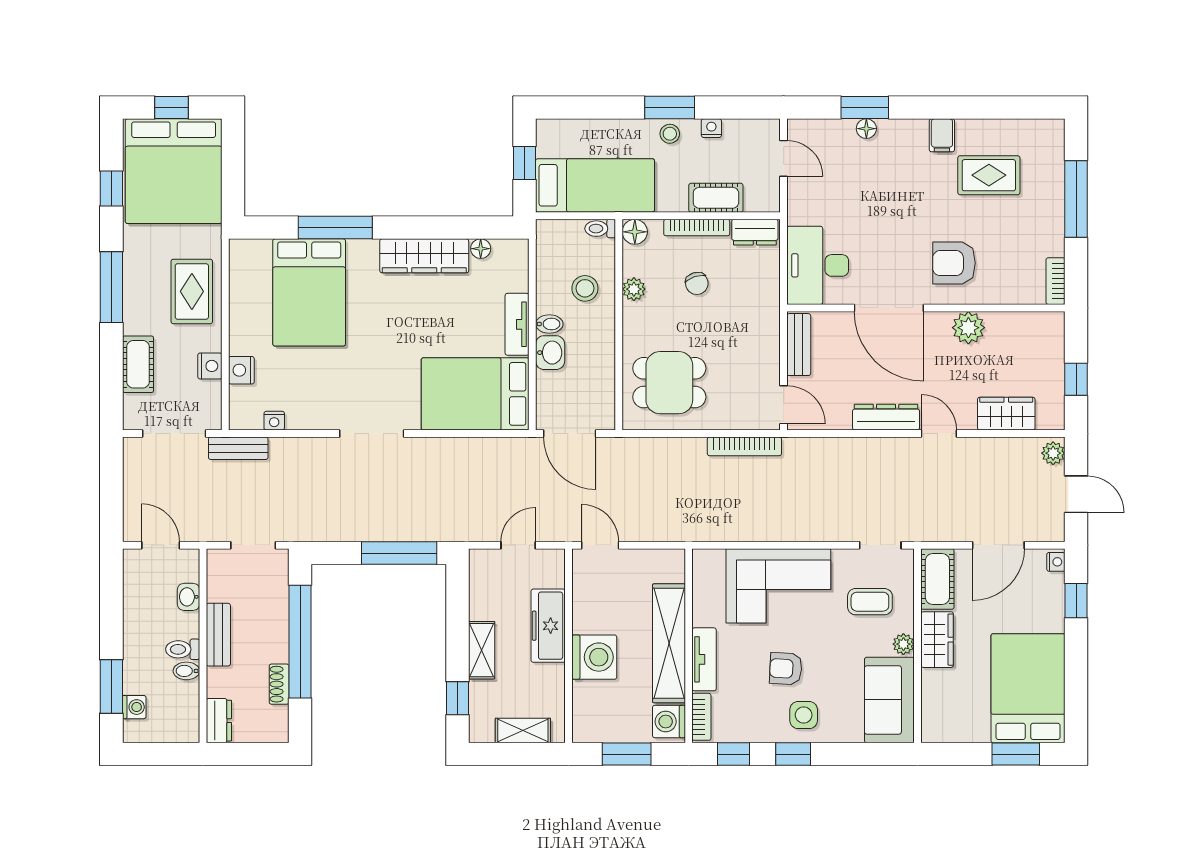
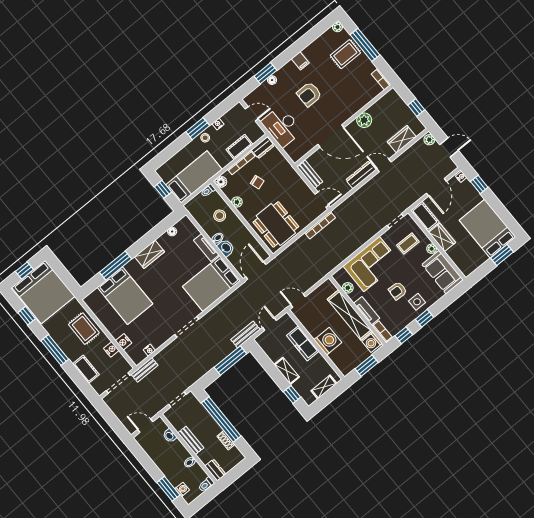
plant: (1054, 130) -> (338, 27), added
rug: (989, 175) -> (345, 54), moved
wardrobe: (424, 256) -> (149, 254), width x0.67
armchair: (954, 263) -> (309, 94), moved
desk: (818, 265) -> (282, 126), moved
dining table: (669, 383) -> (276, 224), width x1.38
door: (570, 434) -> (256, 270), swing flipped
bench: (462, 529) -> (245, 334), added
plant: (704, 593) -> (348, 288), added
toilet: (183, 649) -> (206, 484), moved

